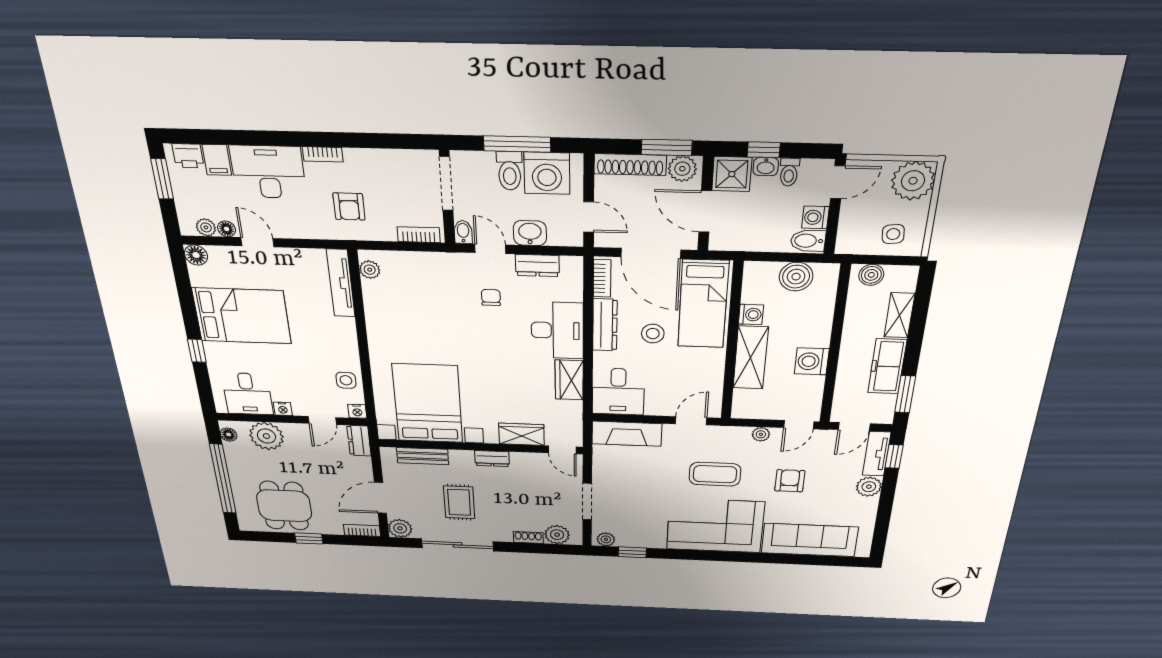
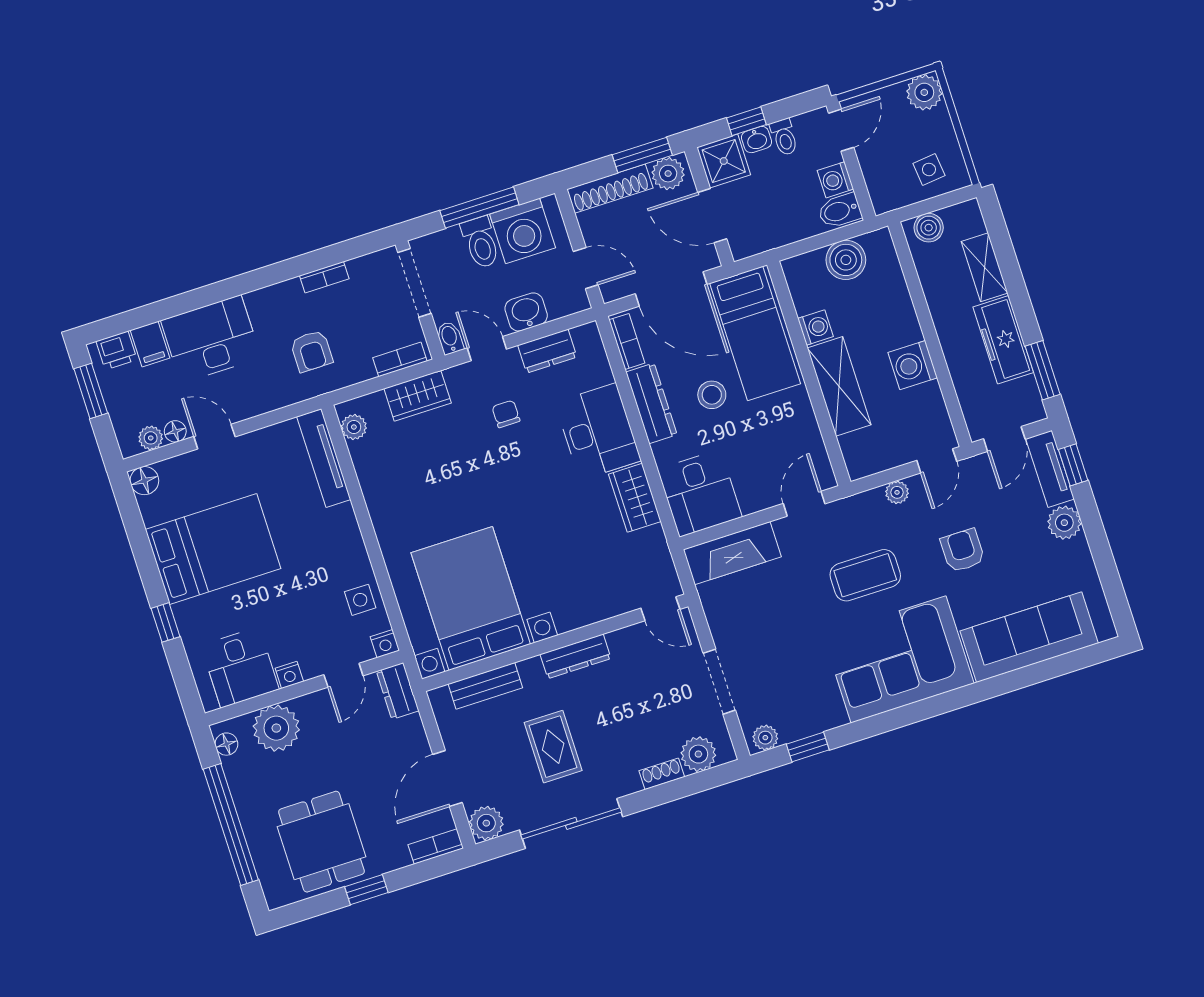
bookcase: (323, 154) -> (324, 277), moved
plant: (913, 181) -> (924, 92), width x0.73, depth x0.73
wardrobe: (522, 434) -> (418, 396), moved, turned 180
dresser: (492, 459) -> (576, 656), width x1.44

